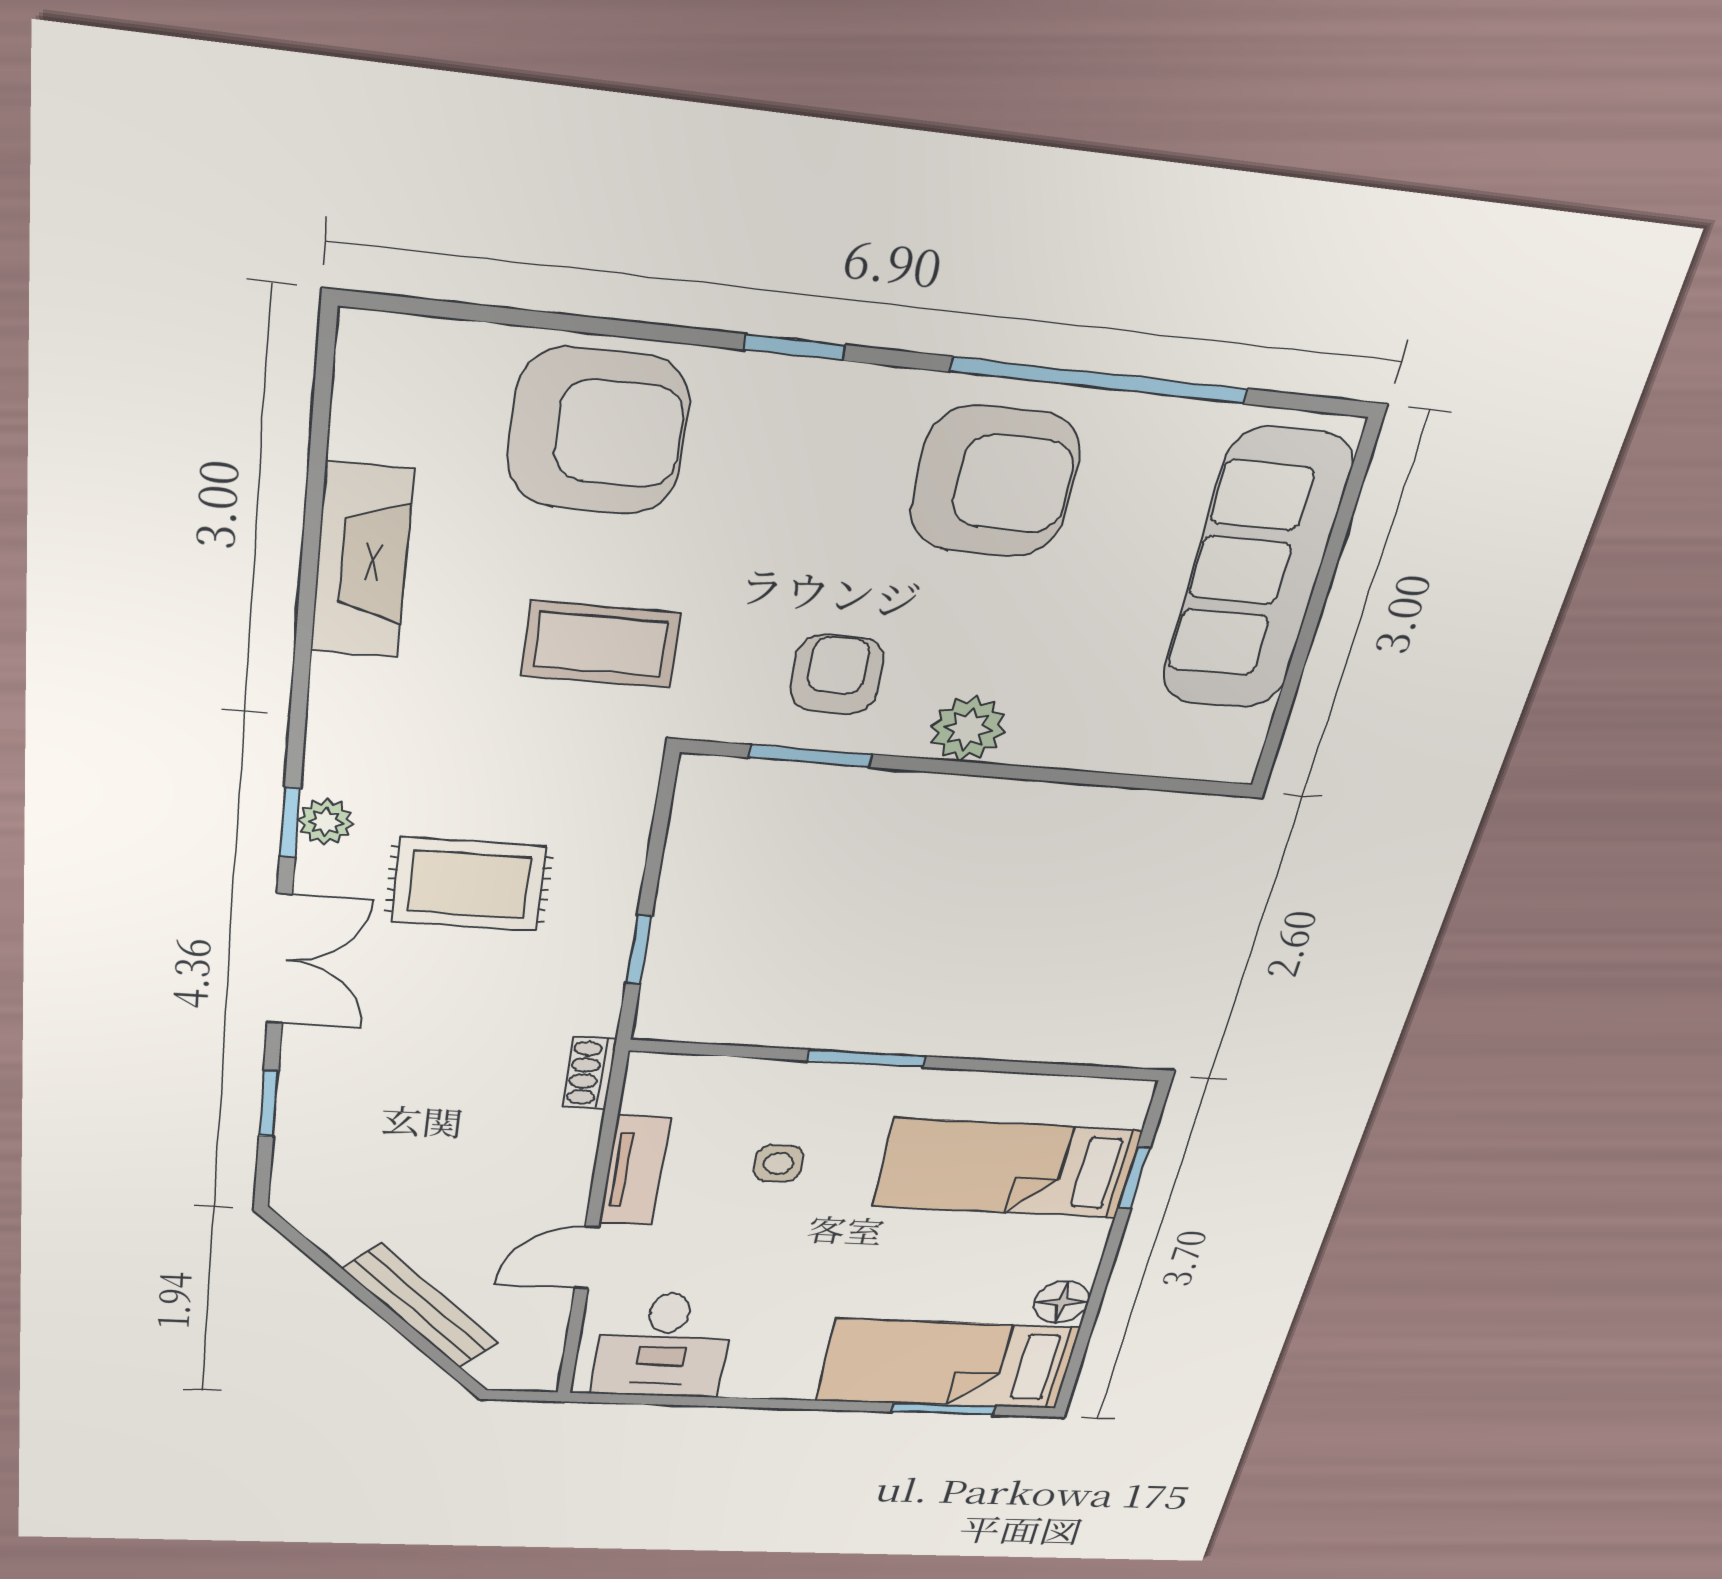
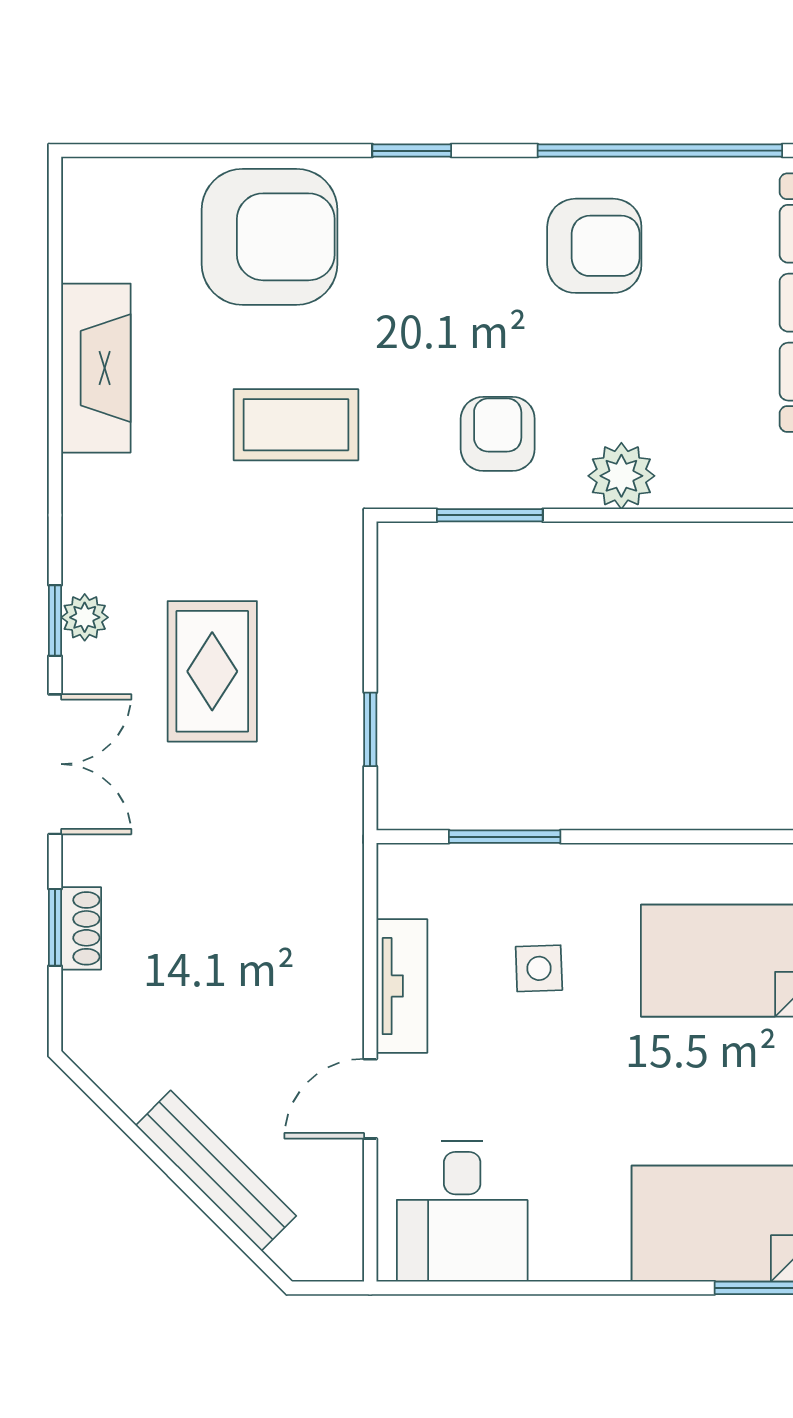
armchair: (995, 482) -> (594, 246), width x0.73, depth x0.73
rug: (469, 884) -> (212, 671), turned 90
window: (867, 1058) -> (505, 837), moved
shoe rack: (590, 1073) -> (81, 928), moved, turned 180

